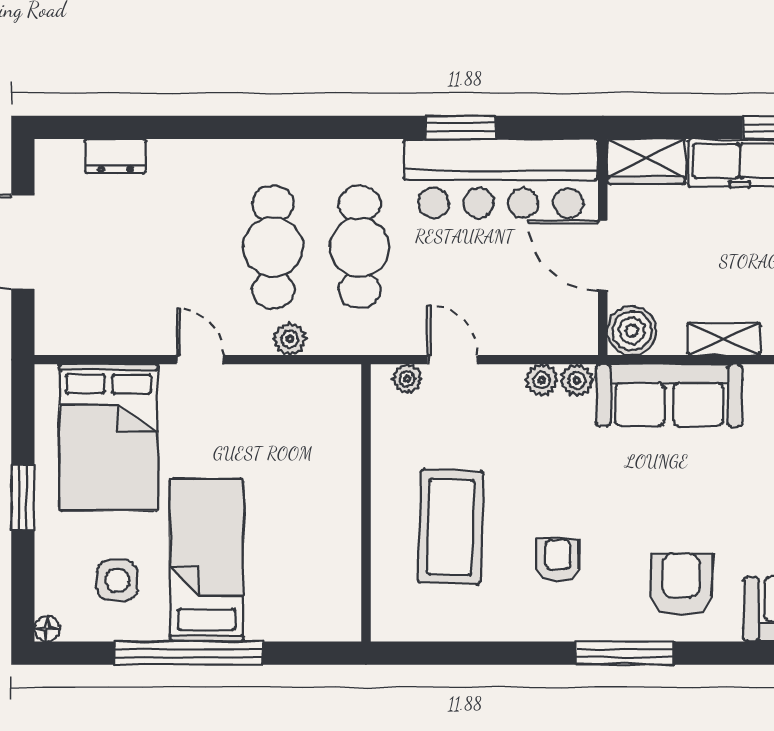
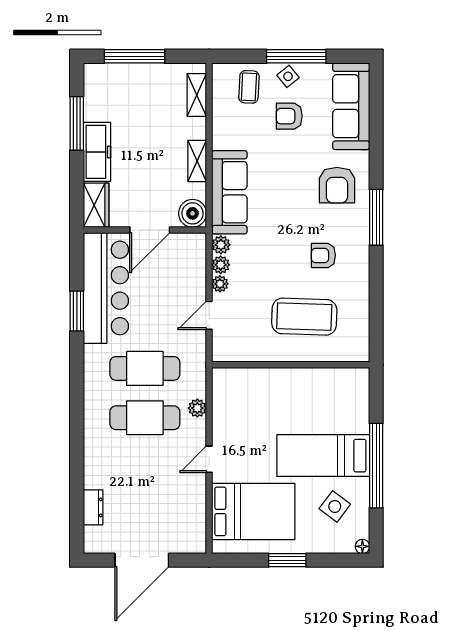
plant: (407, 379) -> (220, 284), moved
side table: (117, 580) -> (335, 506), turned 37
armchair: (681, 584) -> (337, 185), turned -90

